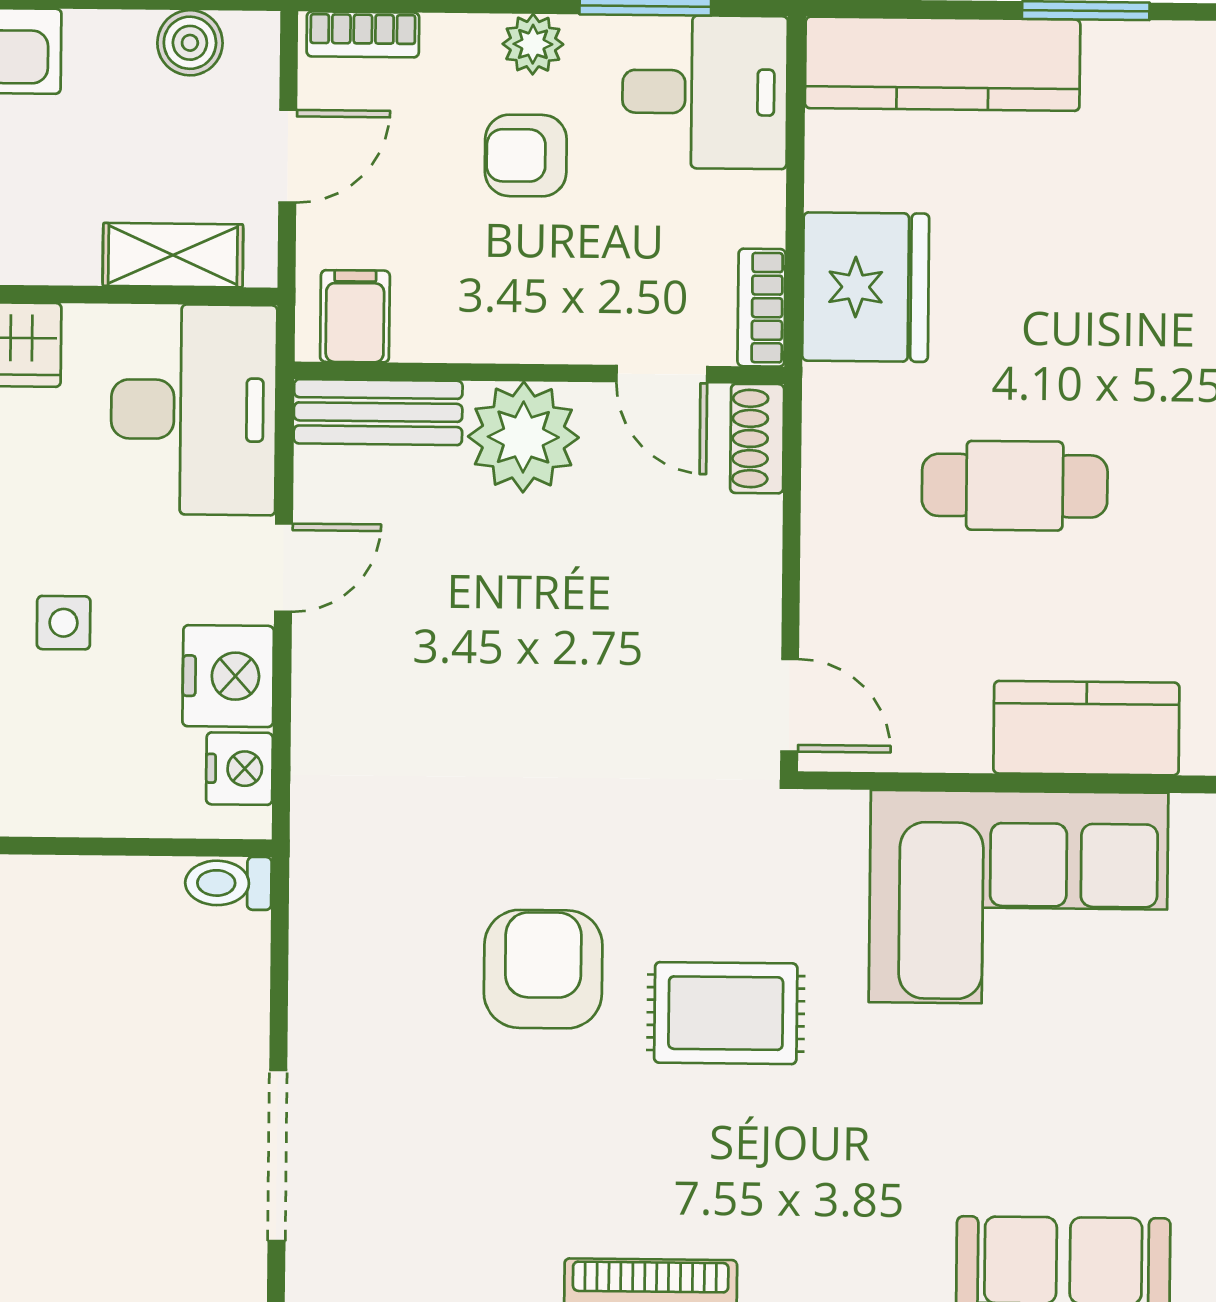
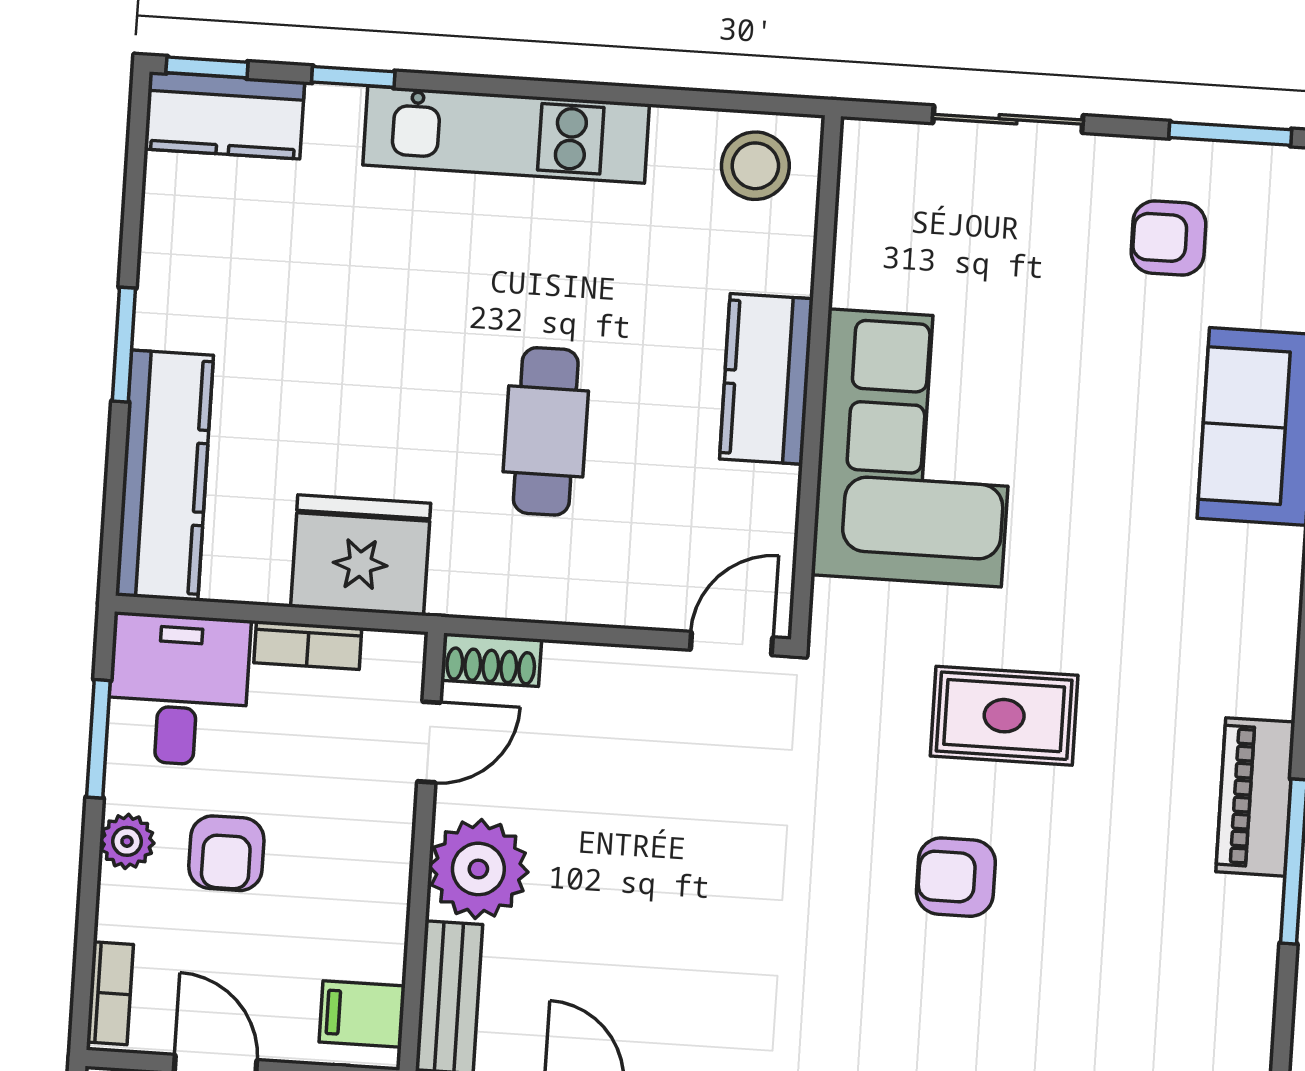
bookcase: (762, 308) -> (308, 645), moved
armchair: (543, 969) -> (956, 877), width x0.72, depth x0.72
rug: (726, 1013) -> (1004, 716), turned 90

